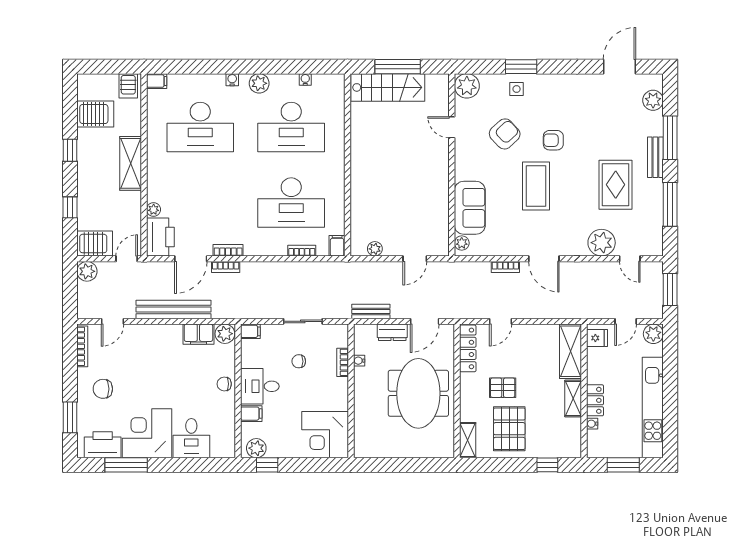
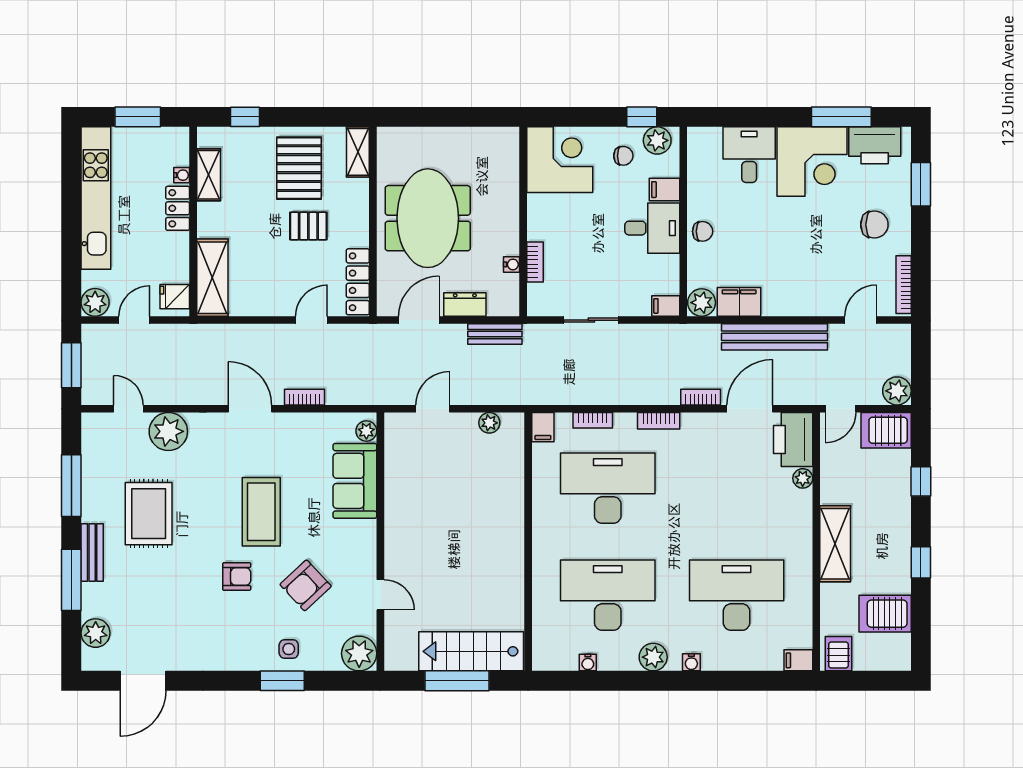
bookcase: (228, 250) -> (659, 421), moved
chair: (299, 361) -> (623, 156), moved
shelving: (573, 398) -> (209, 175), moved

